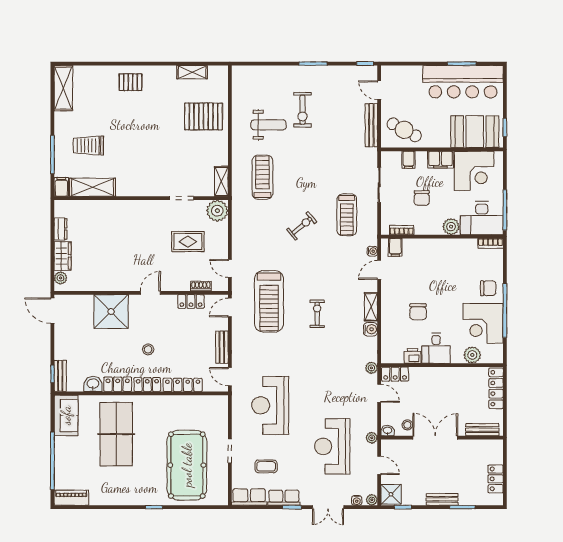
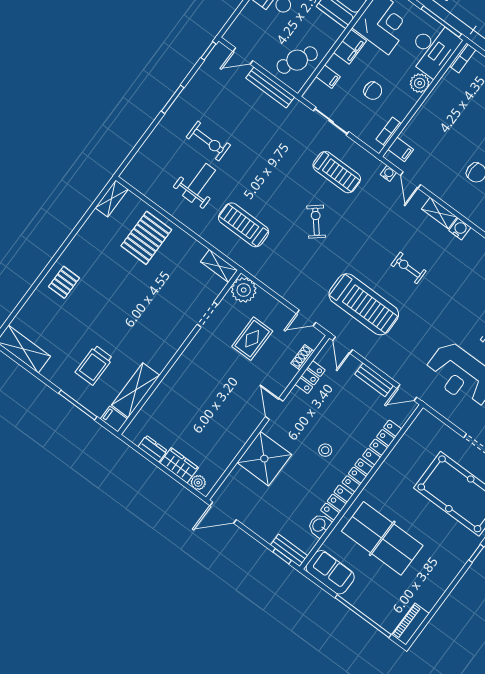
shelving: (192, 72) -> (112, 198), moved

